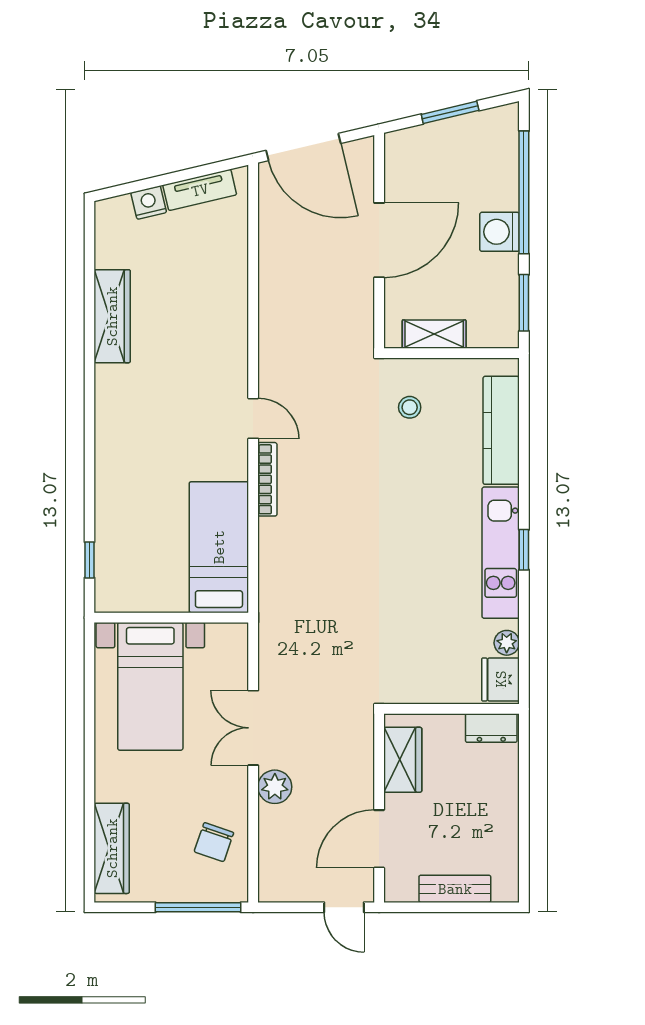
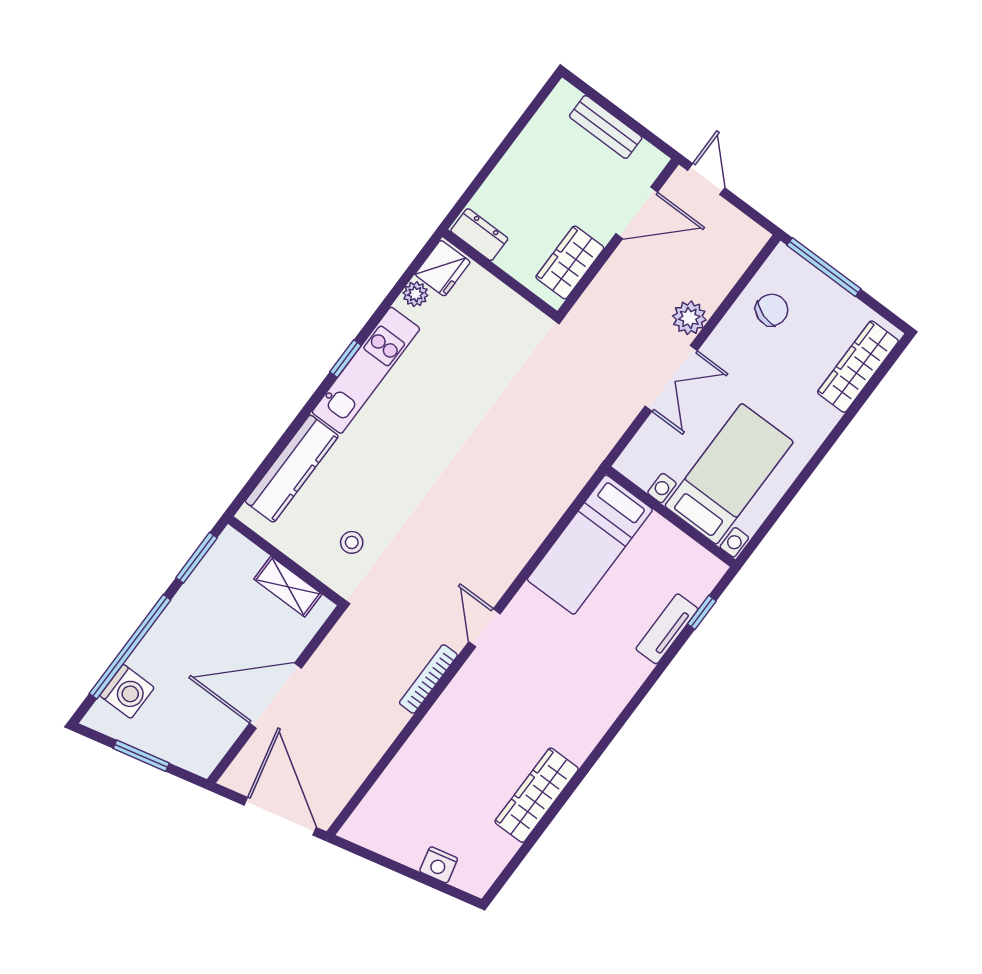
tv unit: (200, 190) -> (667, 629), moved, turned -77
washing machine: (500, 232) -> (127, 692), moved
bookcase: (267, 479) -> (428, 679), moved

